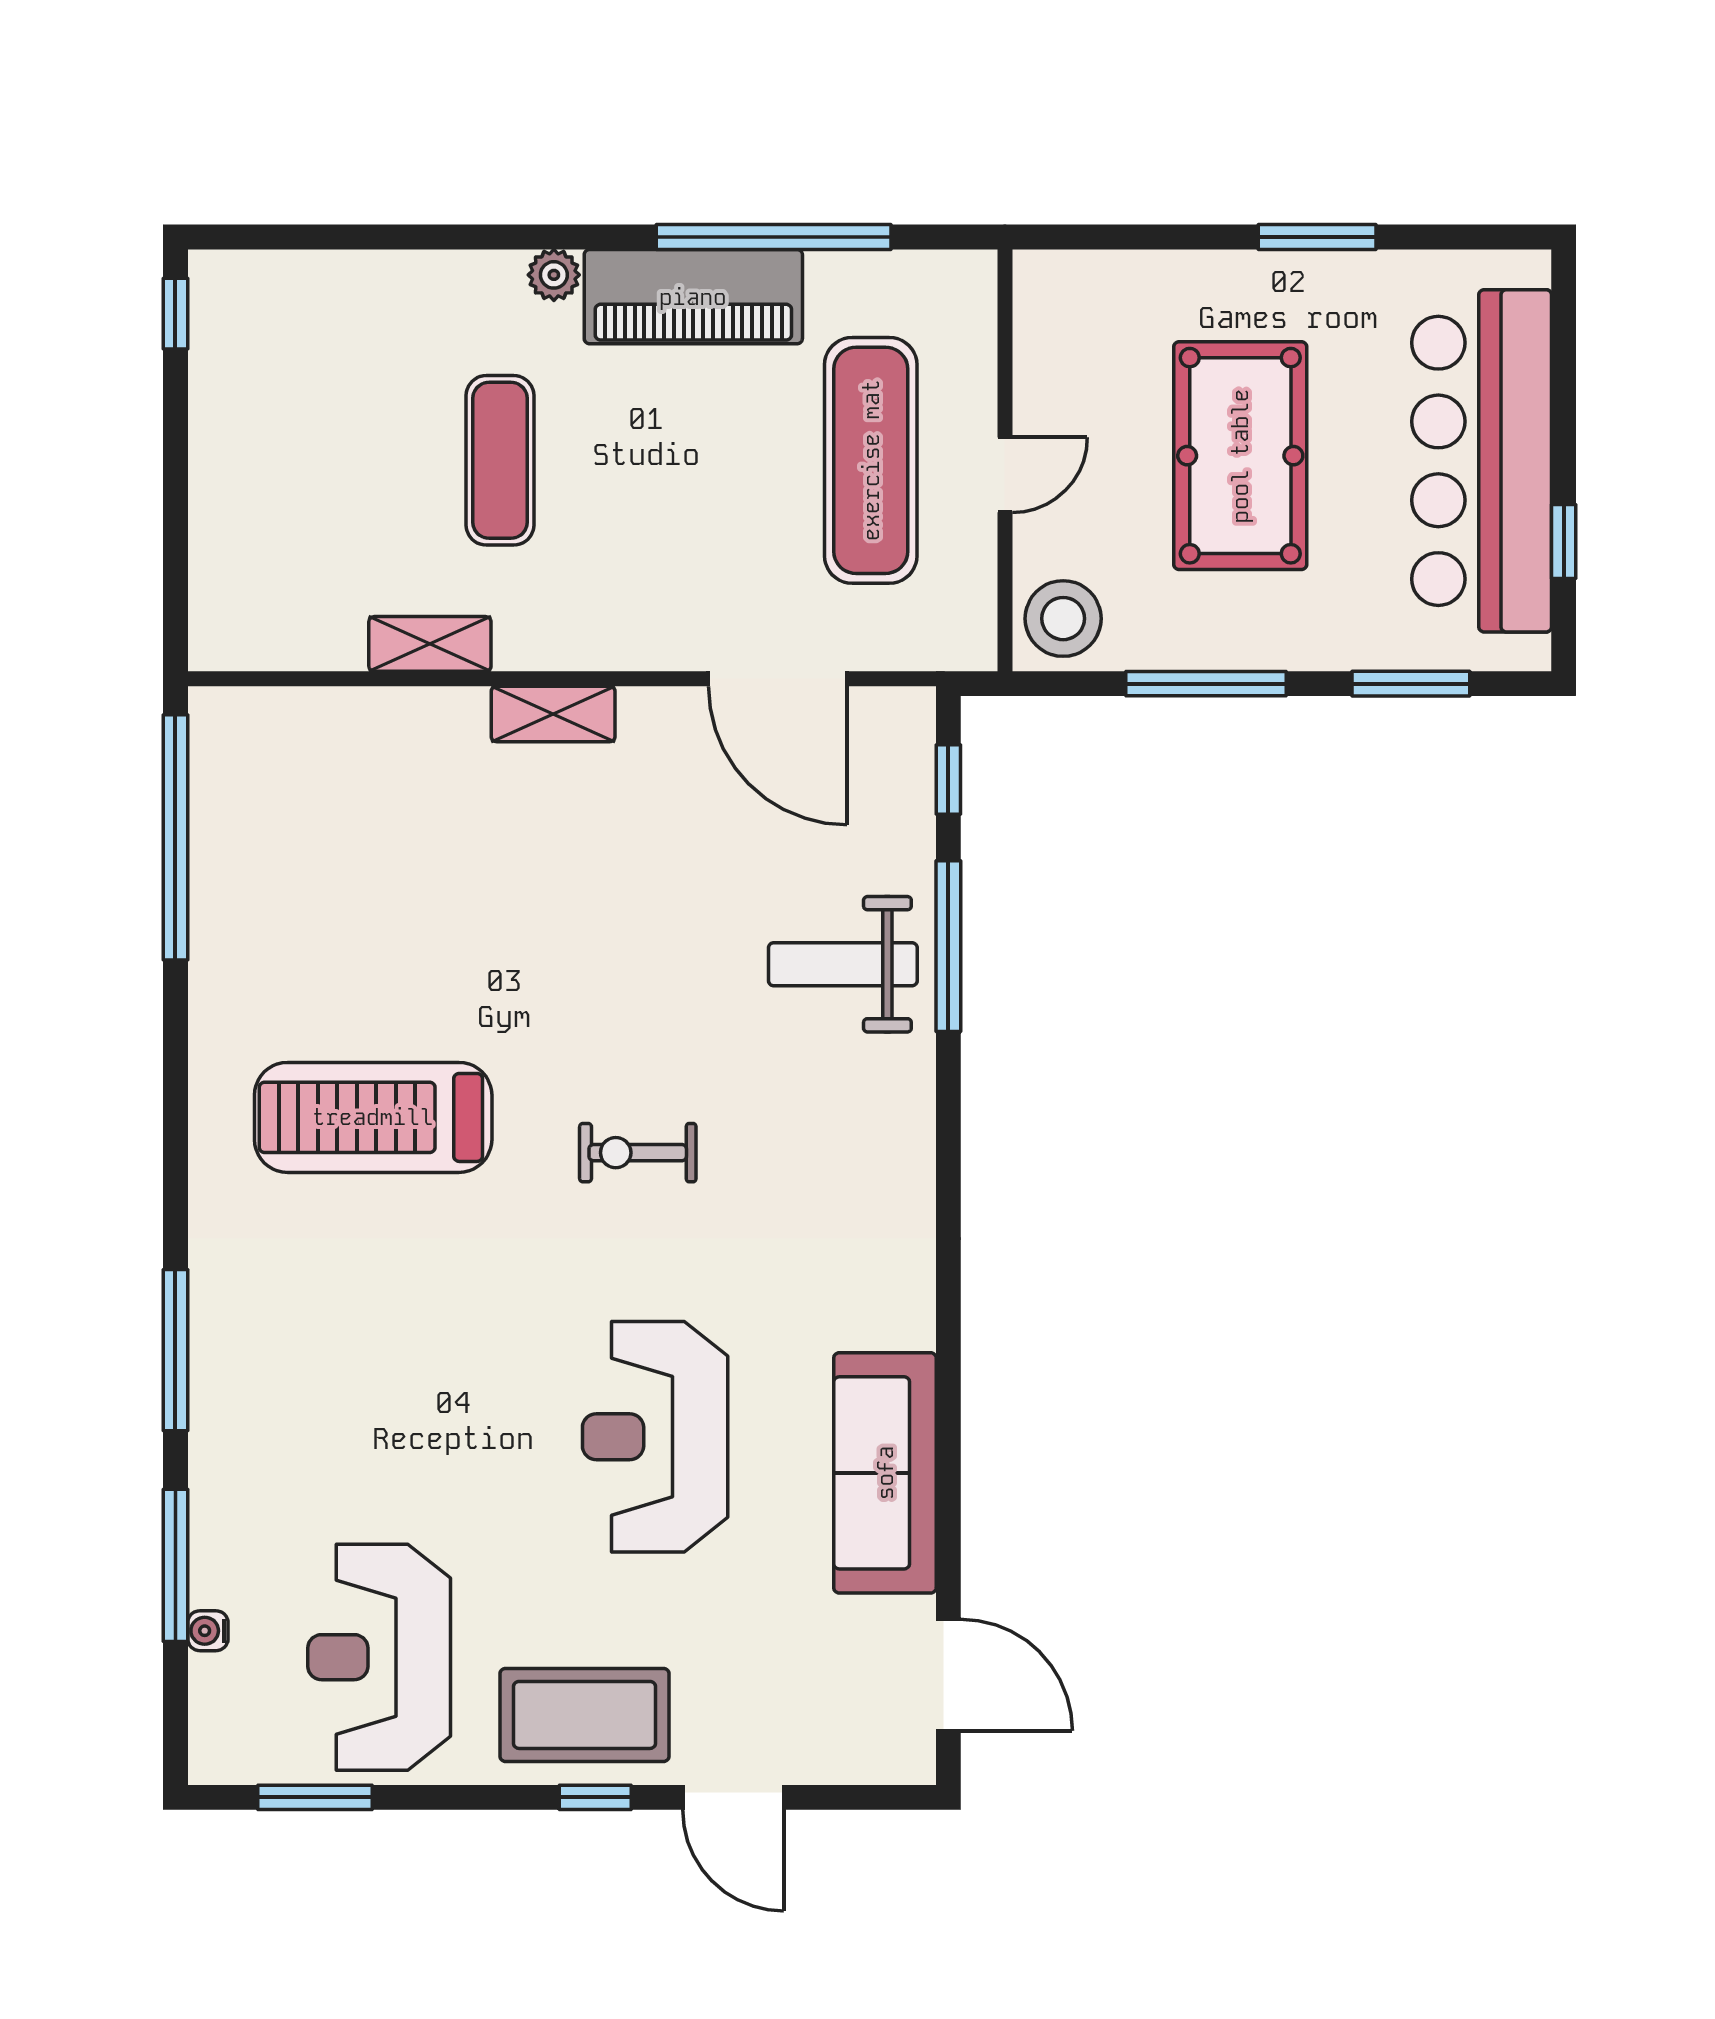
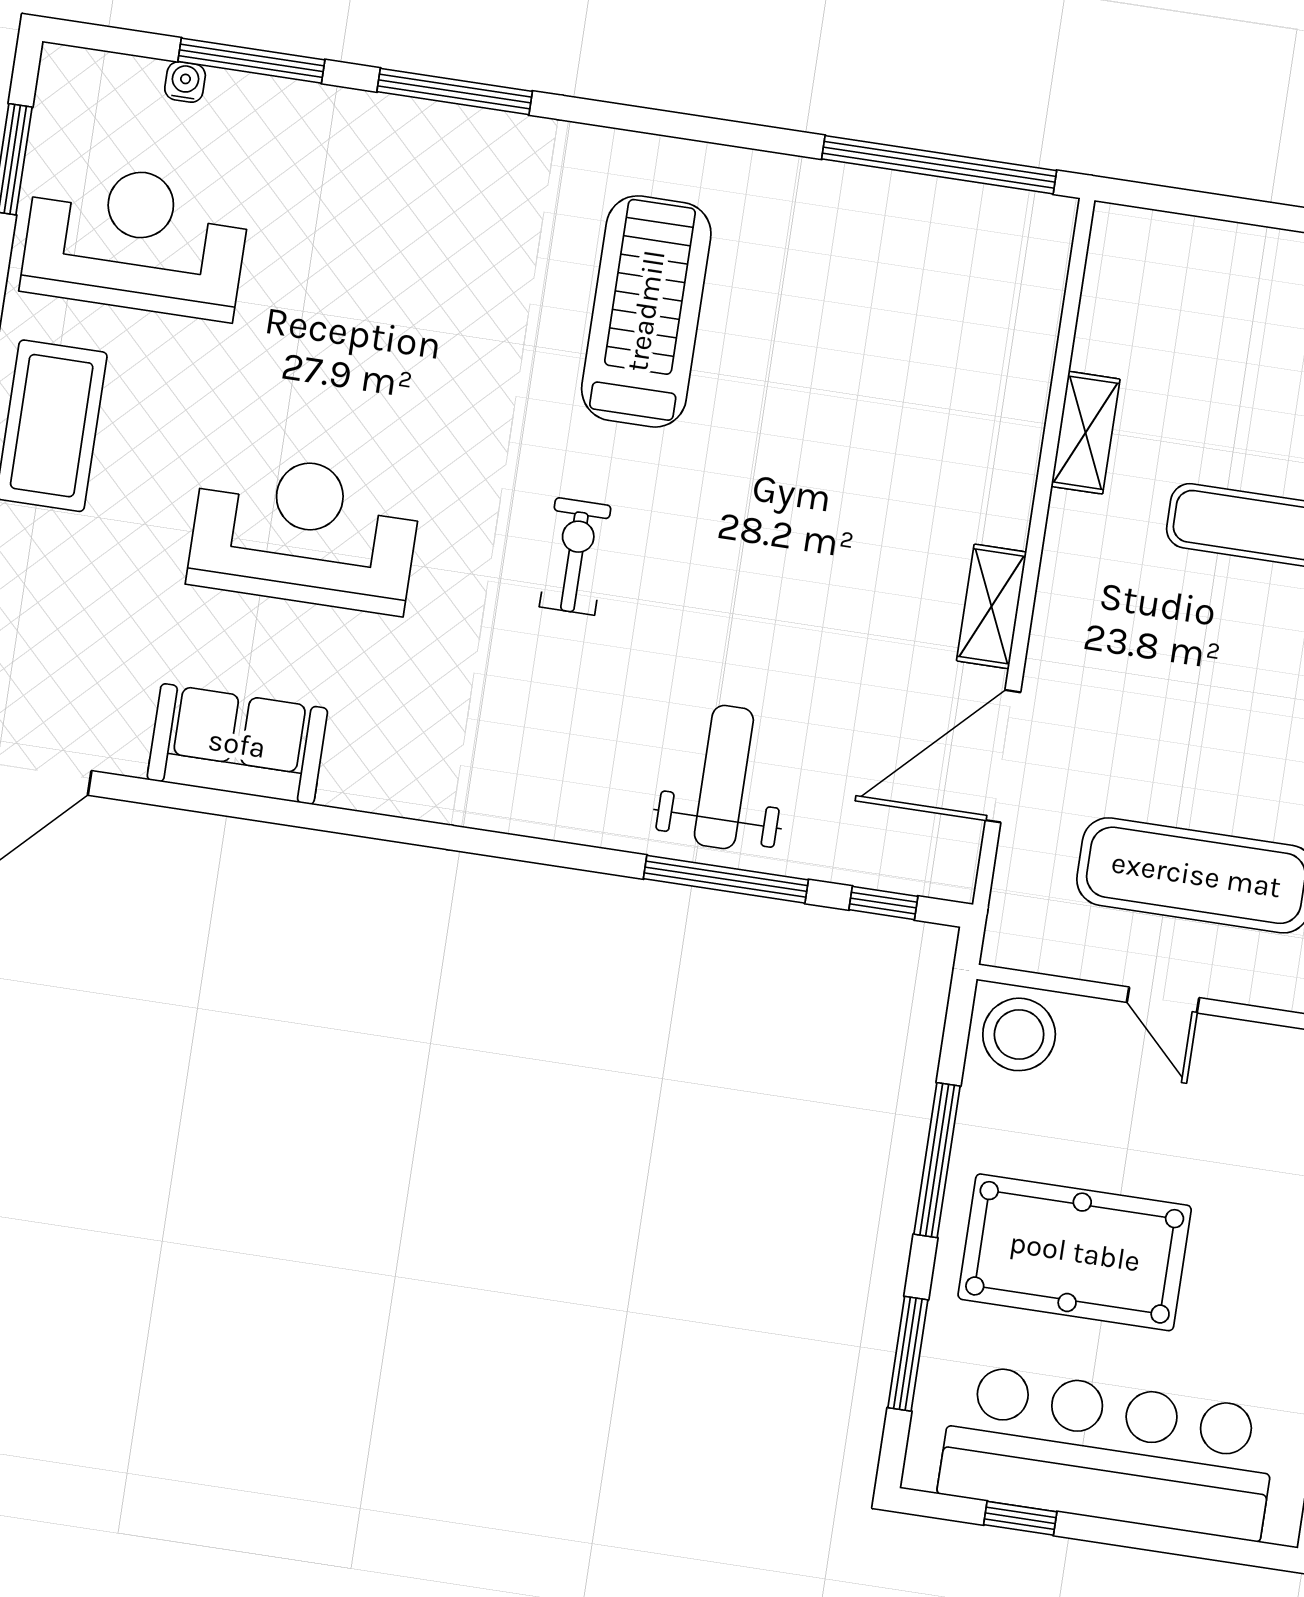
pool table: (1240, 456) -> (1075, 1252), moved
shelving: (553, 714) -> (992, 606), moved
sofa: (885, 1473) -> (237, 744), width x0.73

